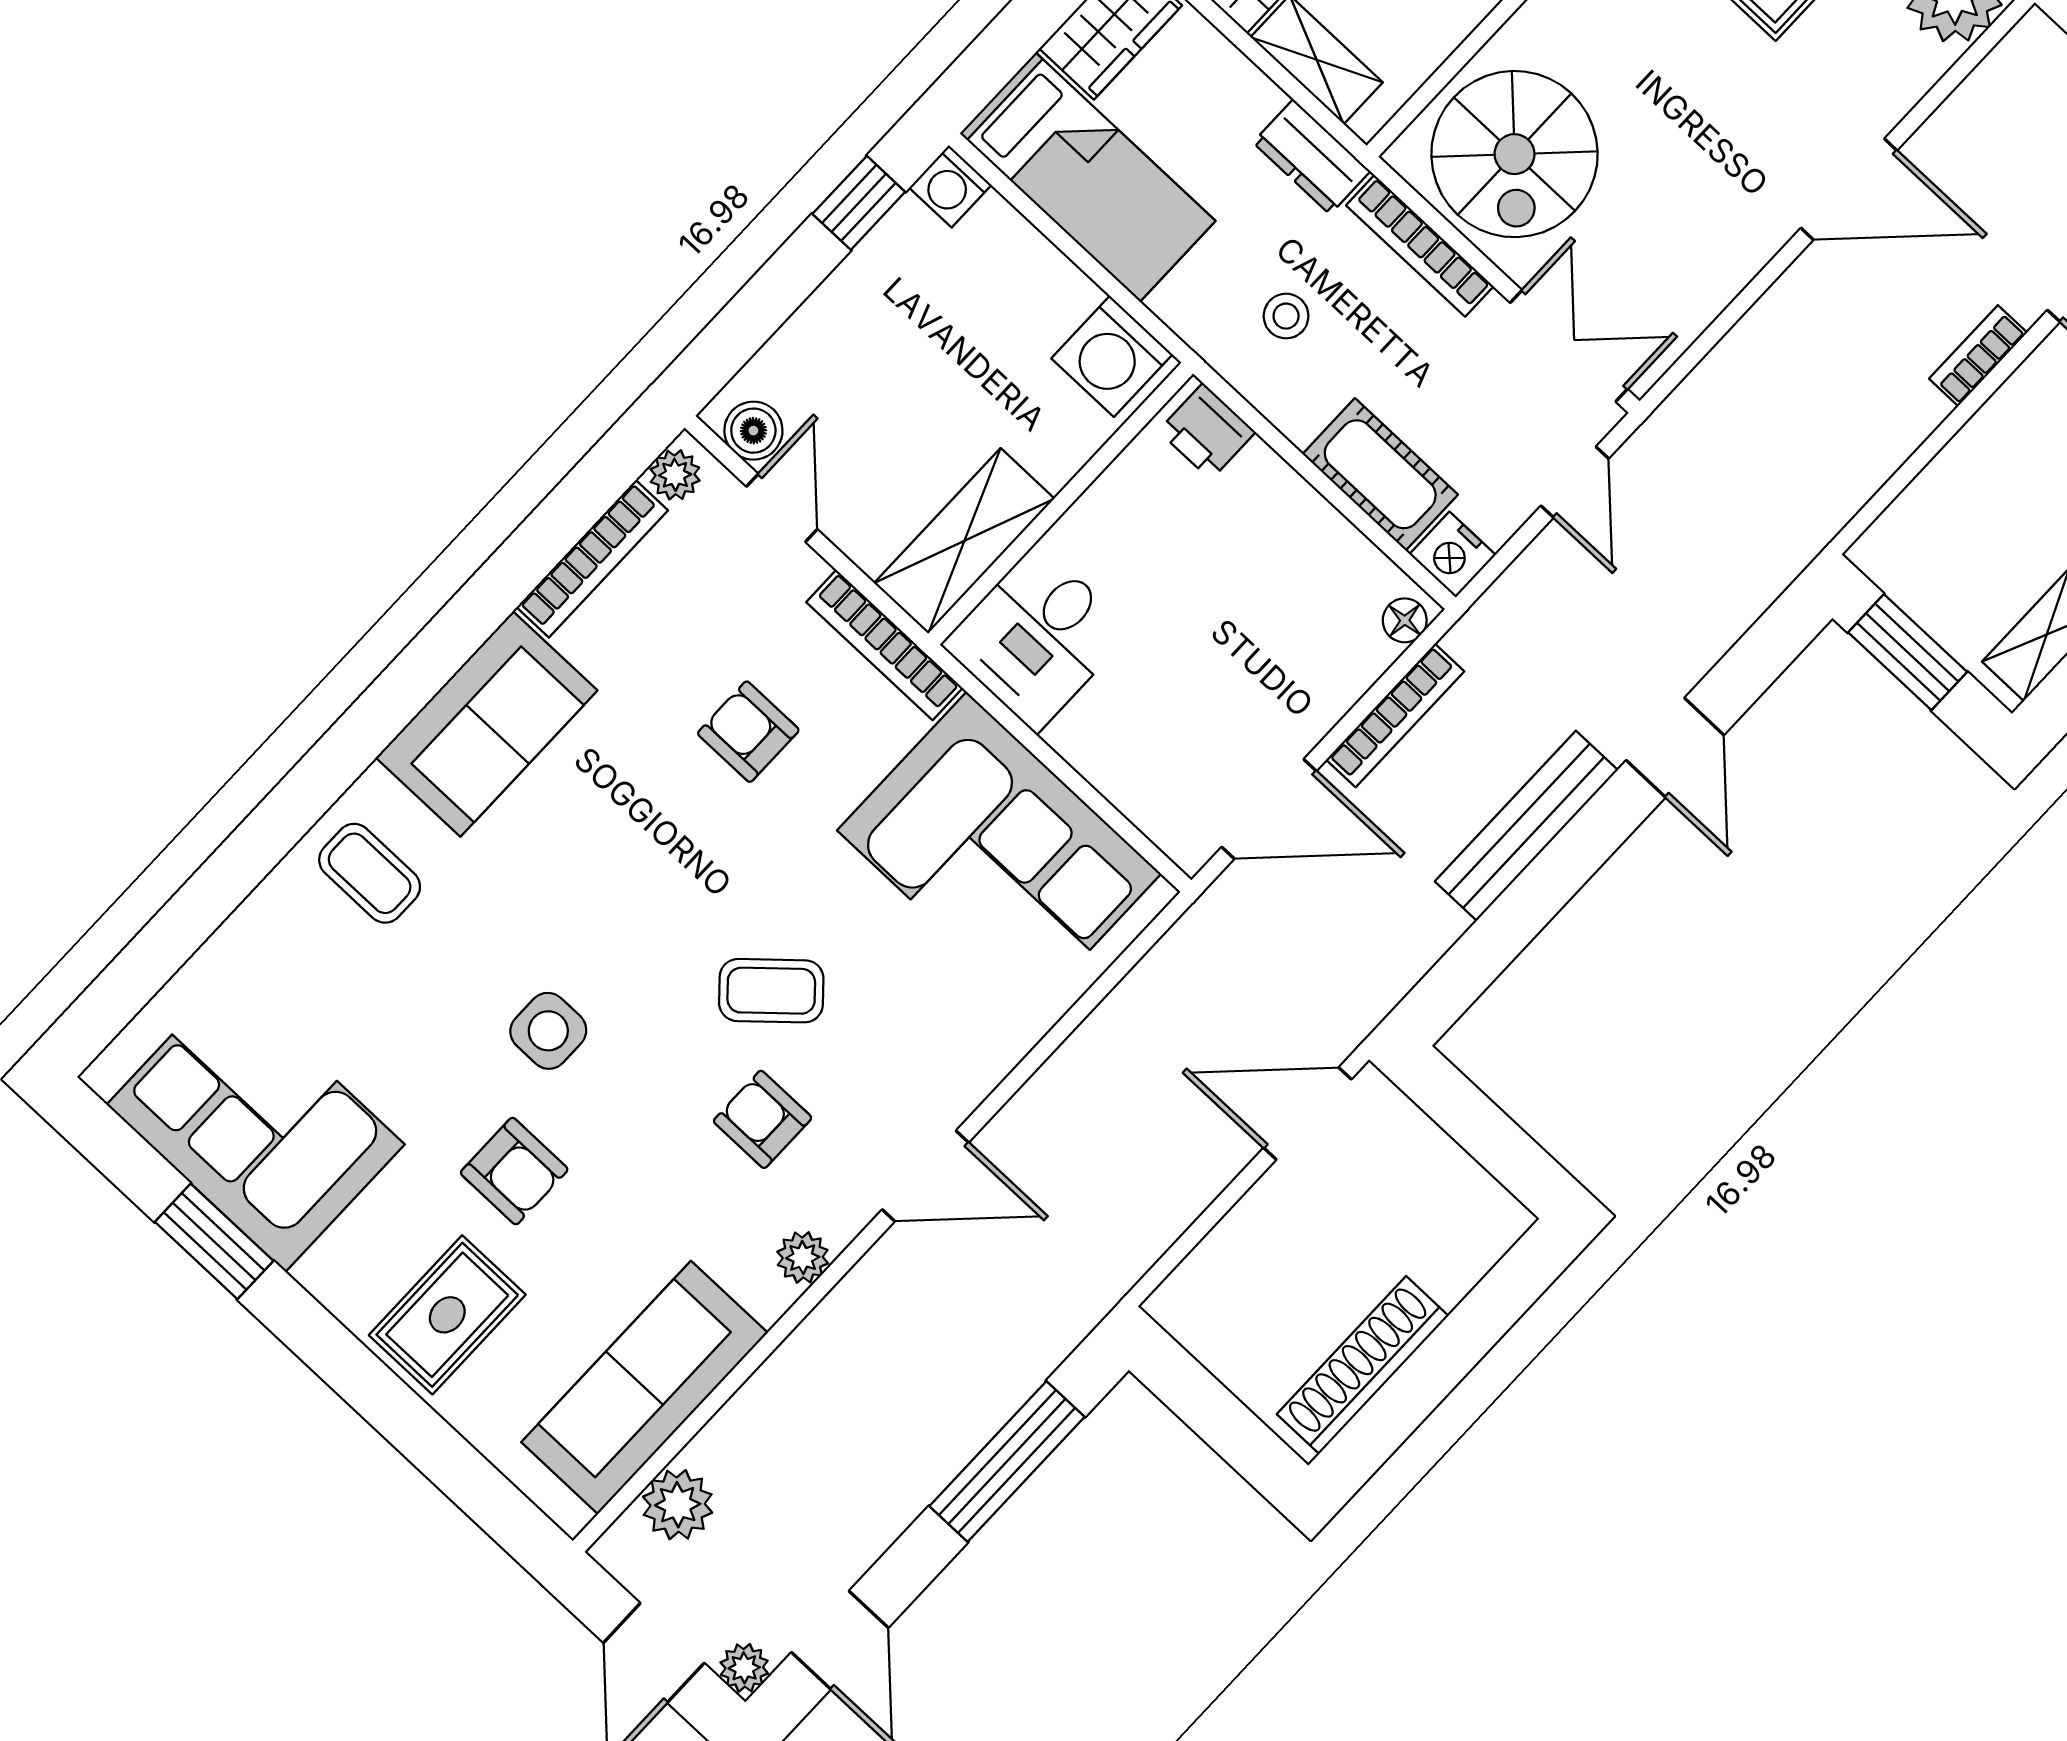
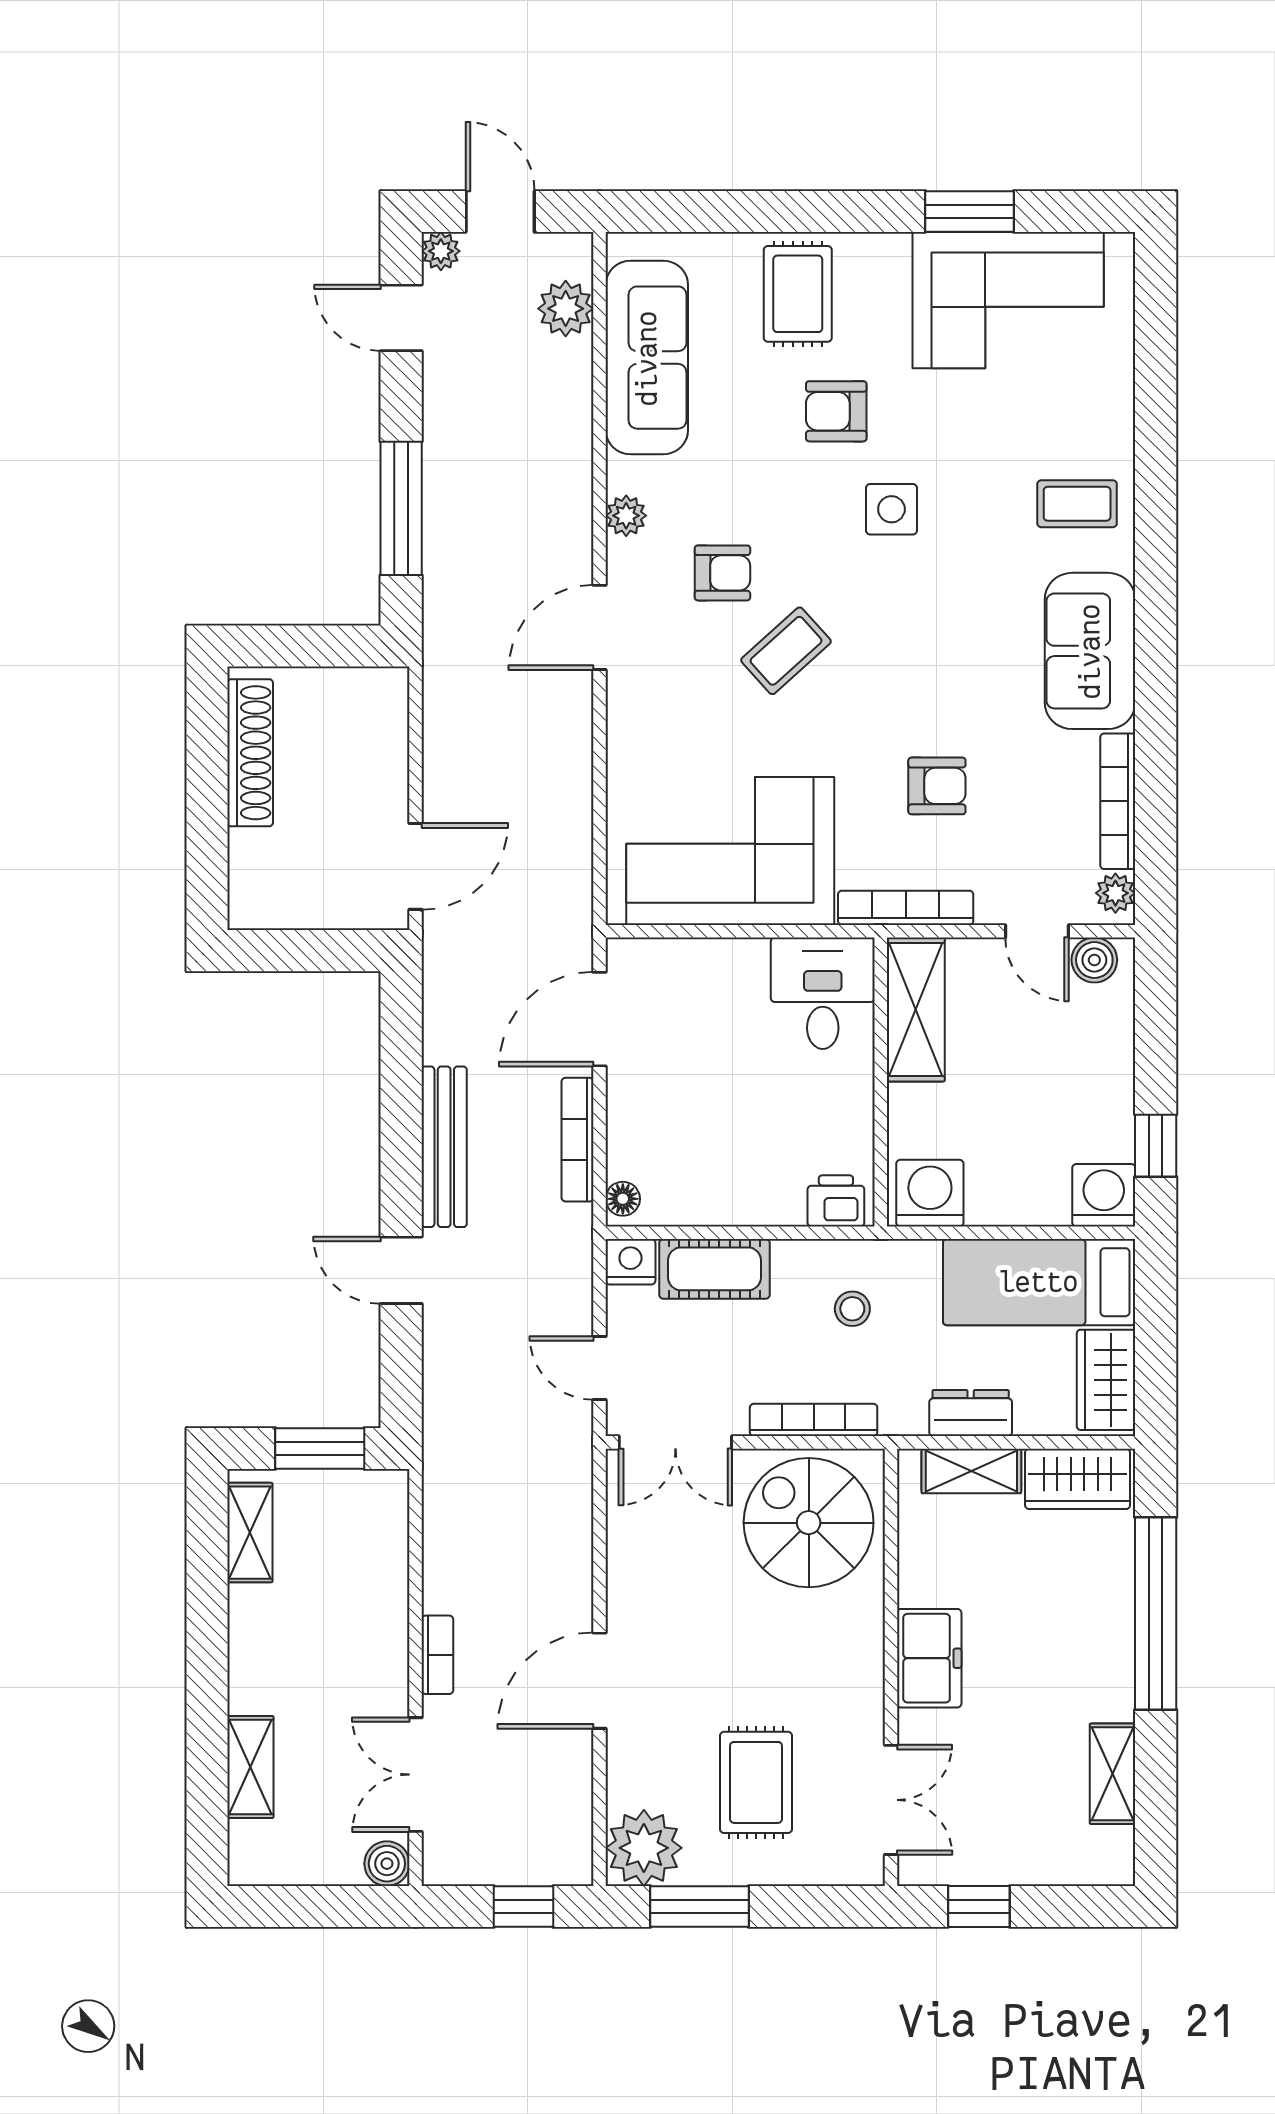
dresser: (1312, 157) -> (971, 1413), moved
washing machine: (950, 186) -> (1104, 1195), width x1.38, depth x1.38

